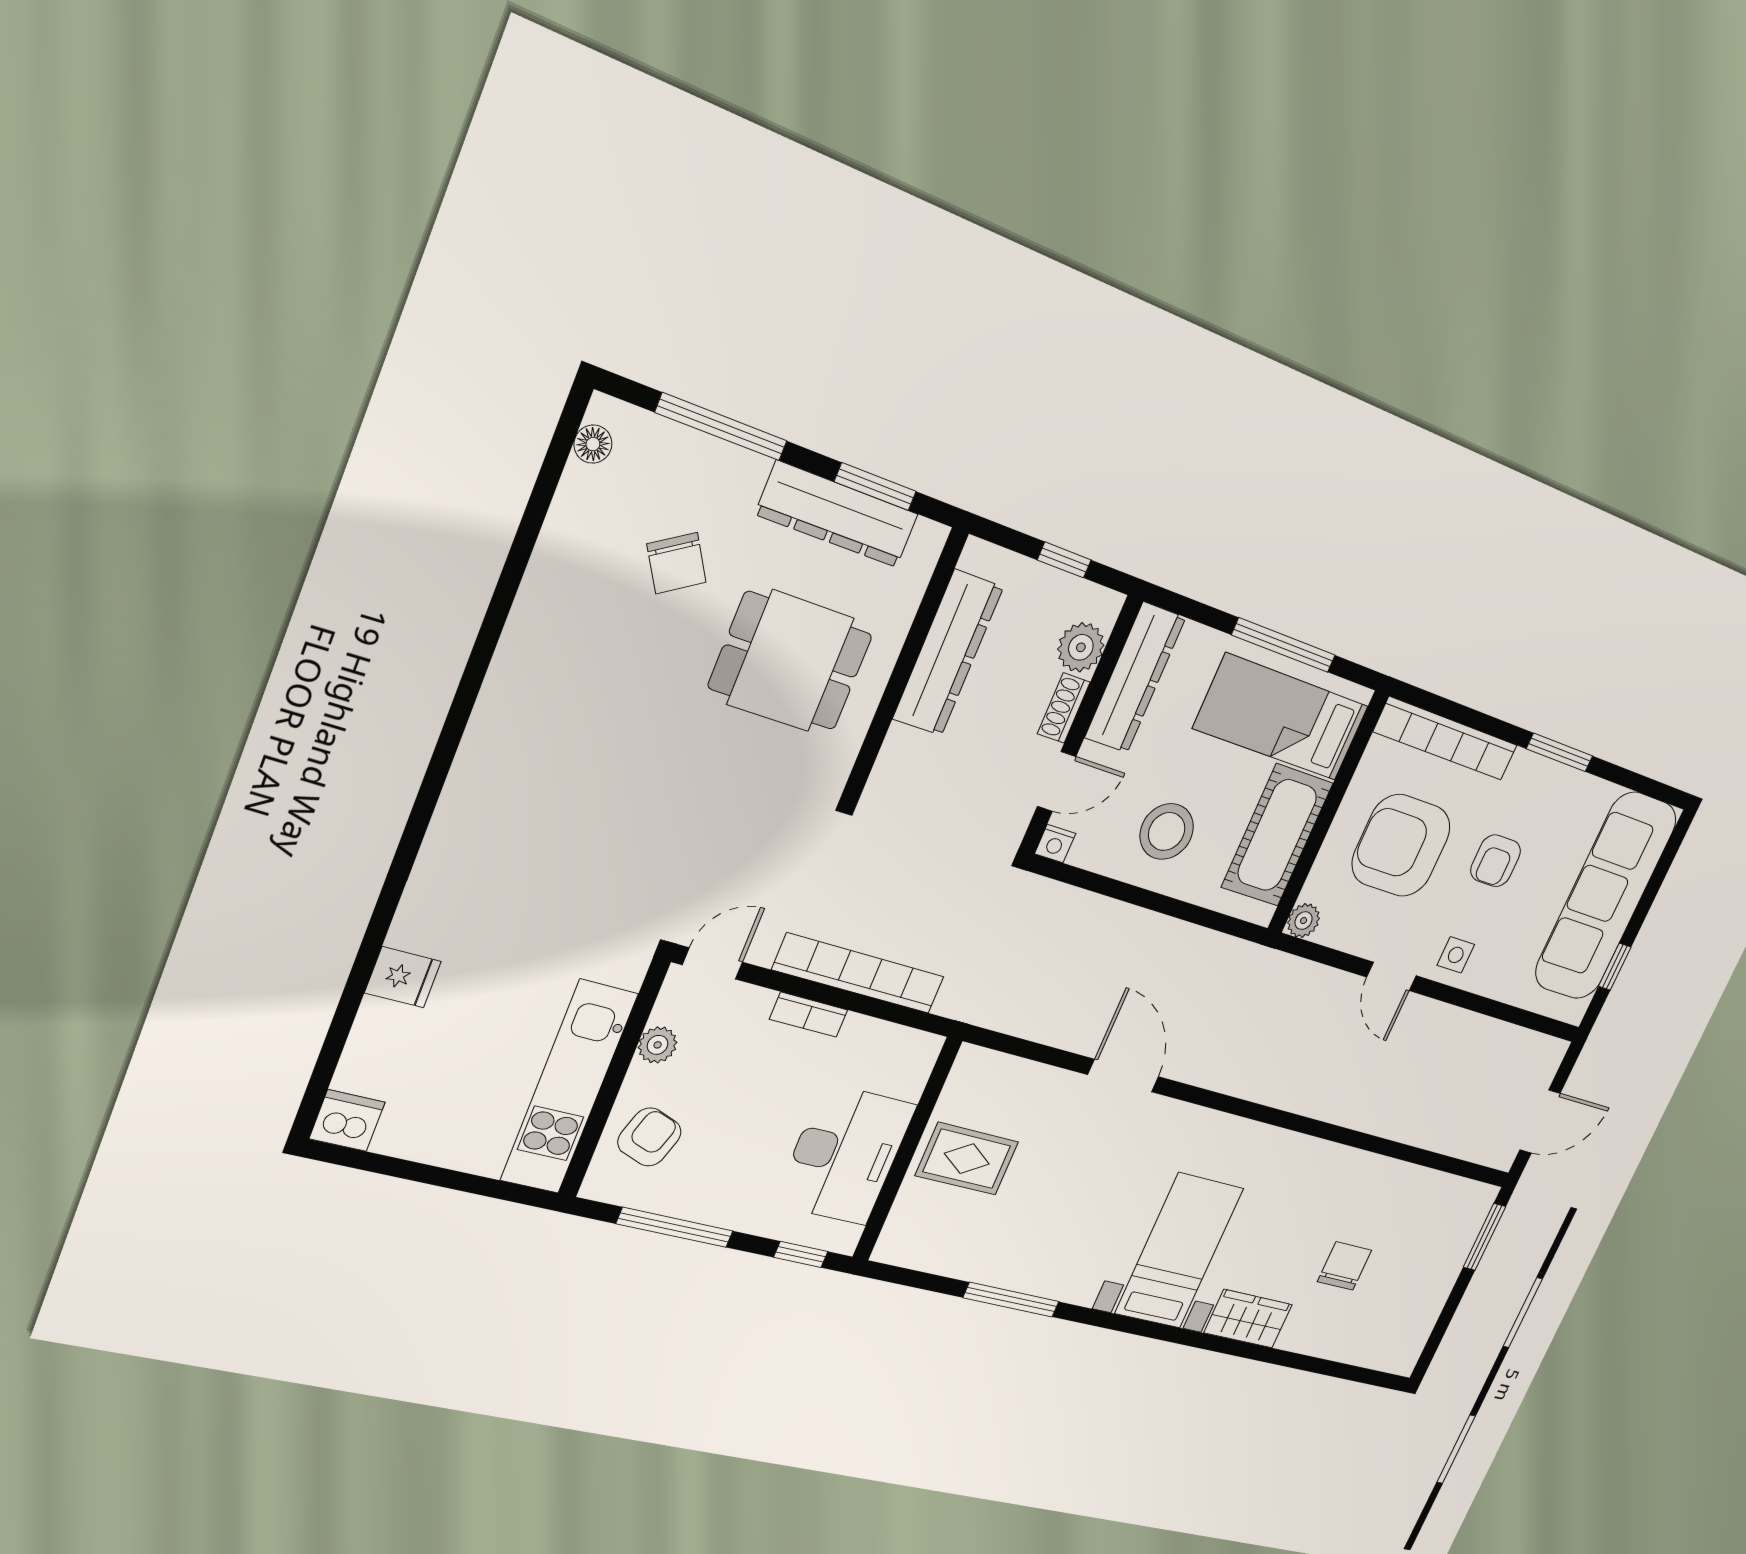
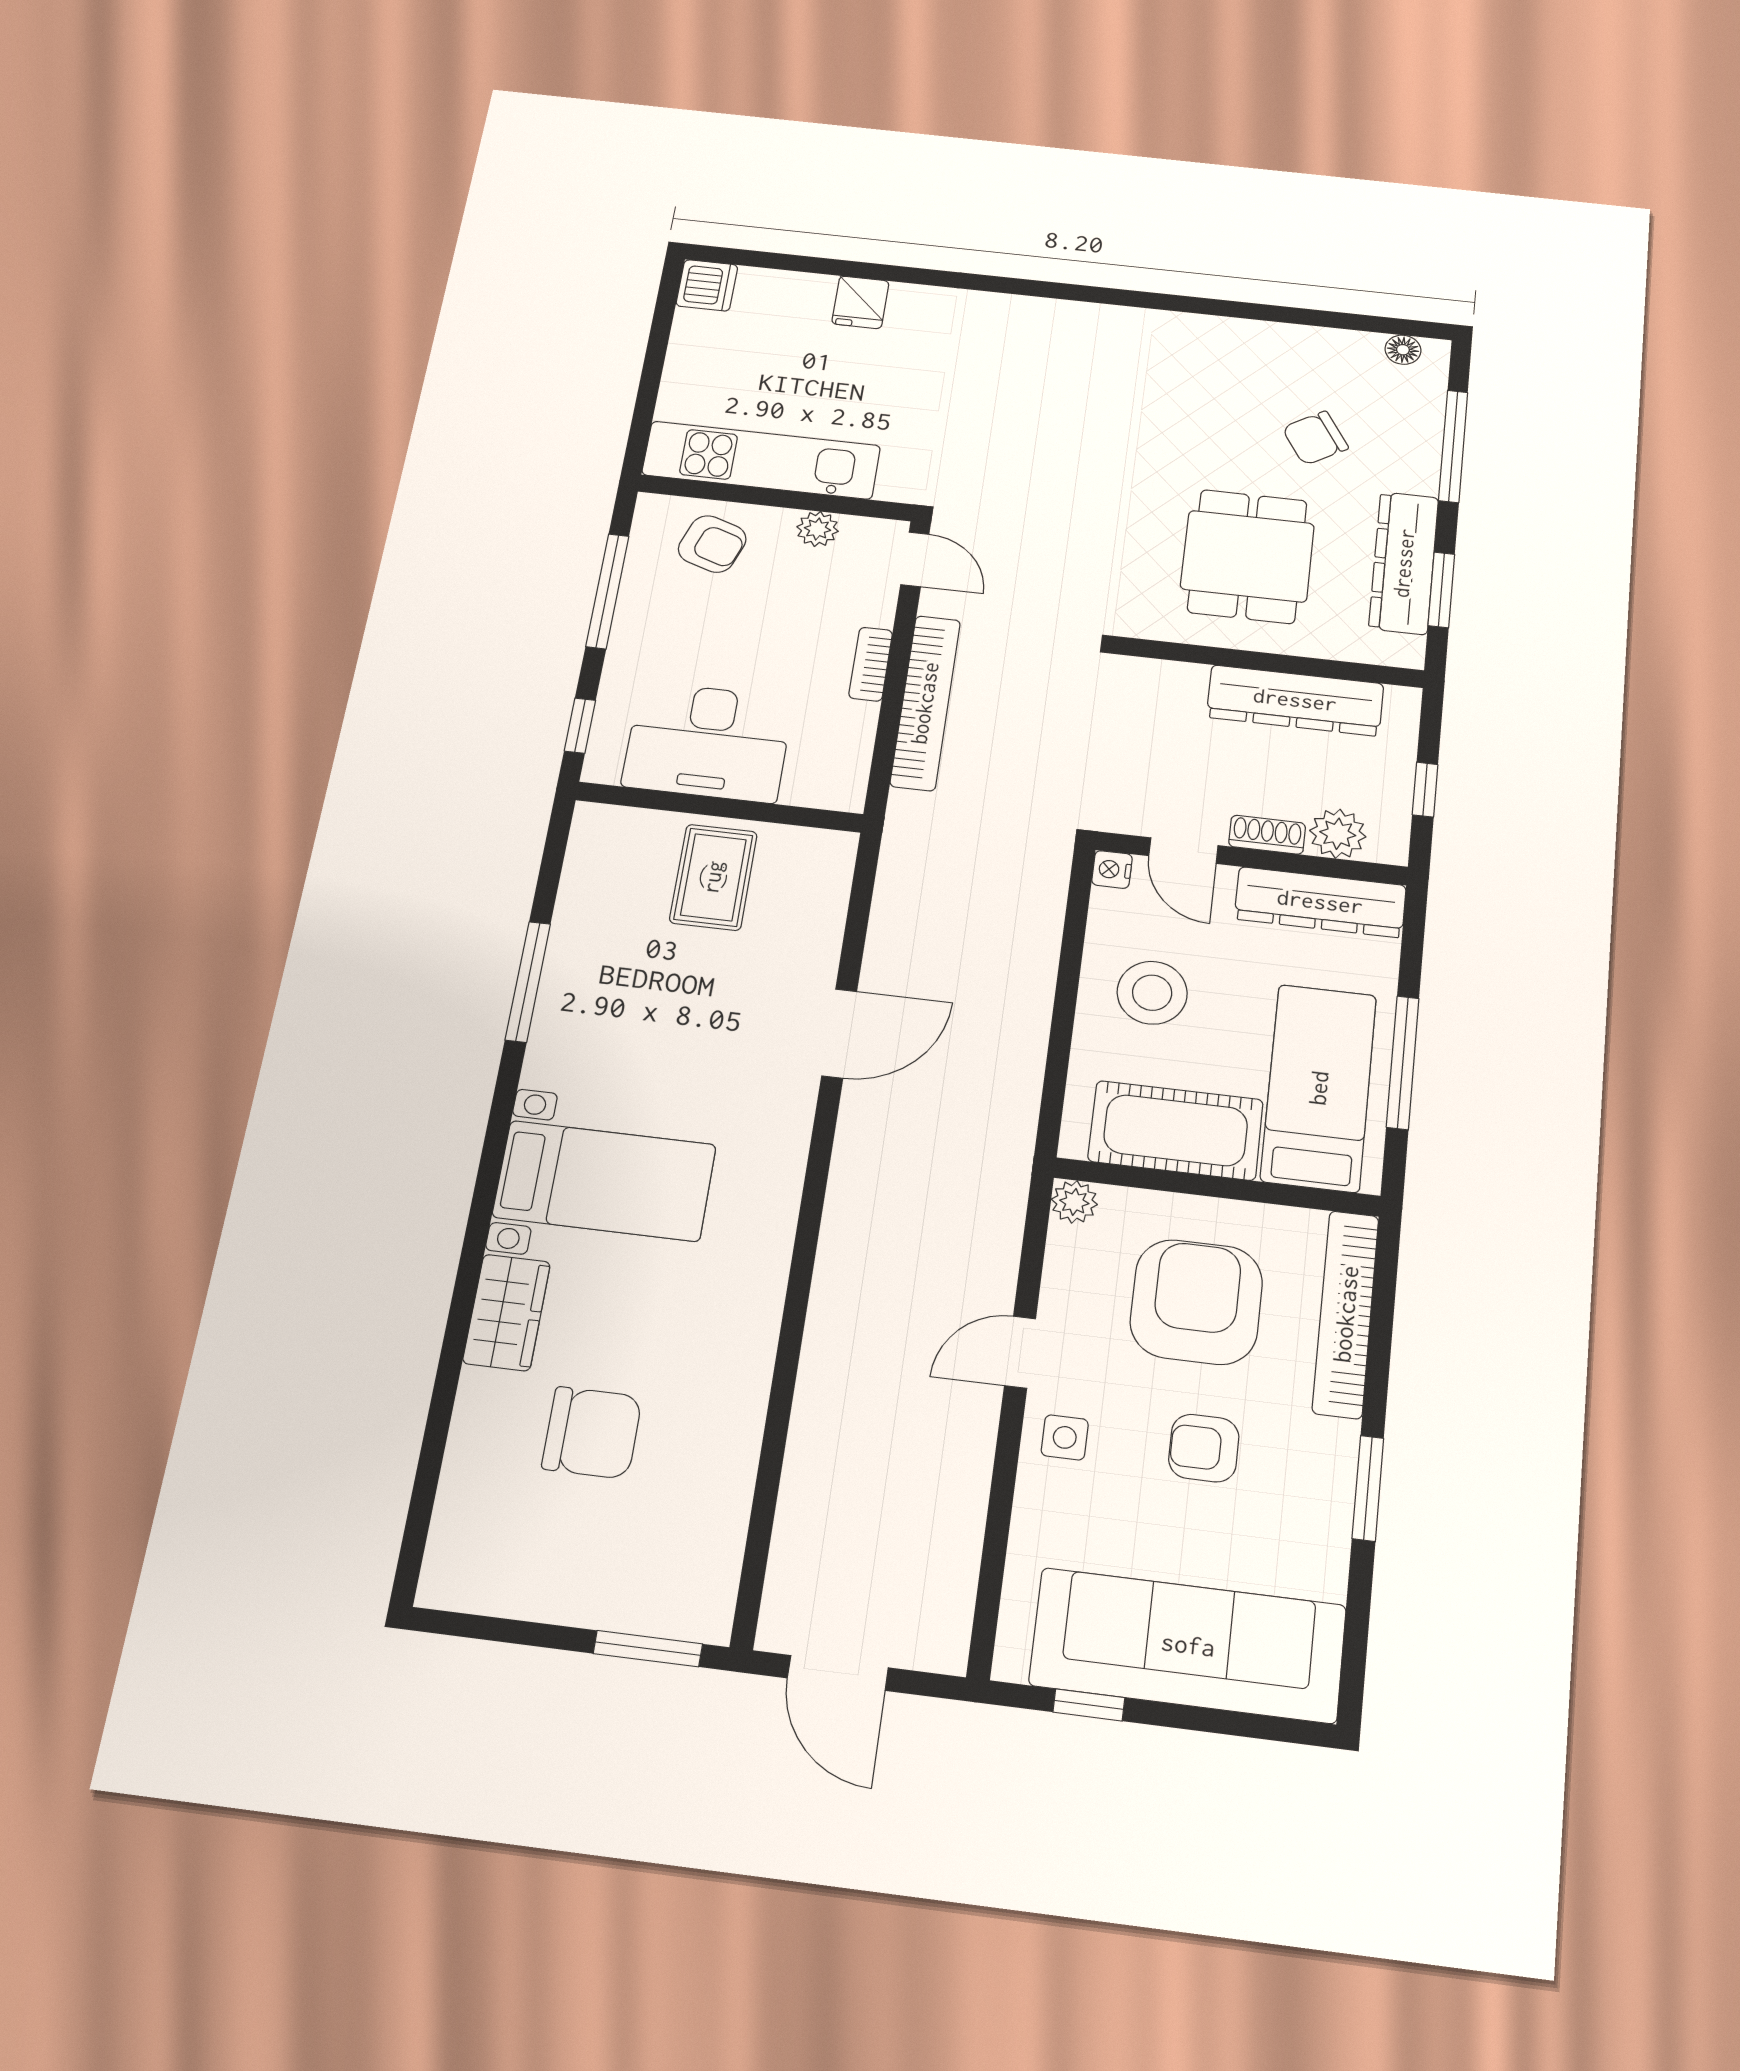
chair: (1345, 1266) -> (592, 1433), width x1.37, depth x1.37

